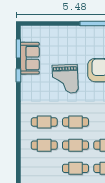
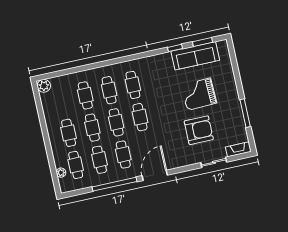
sofa: (30, 58) -> (195, 56), width x1.36
grand piano: (65, 79) -> (199, 94), moved
cafe table: (44, 168) -> (85, 95), added

